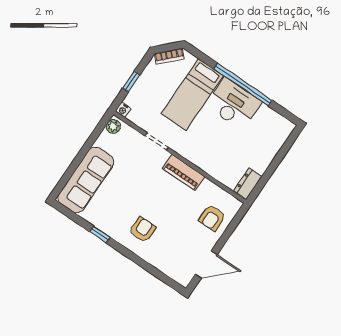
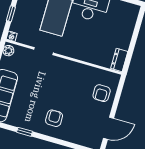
piano: (184, 172) -> (70, 67), removed

